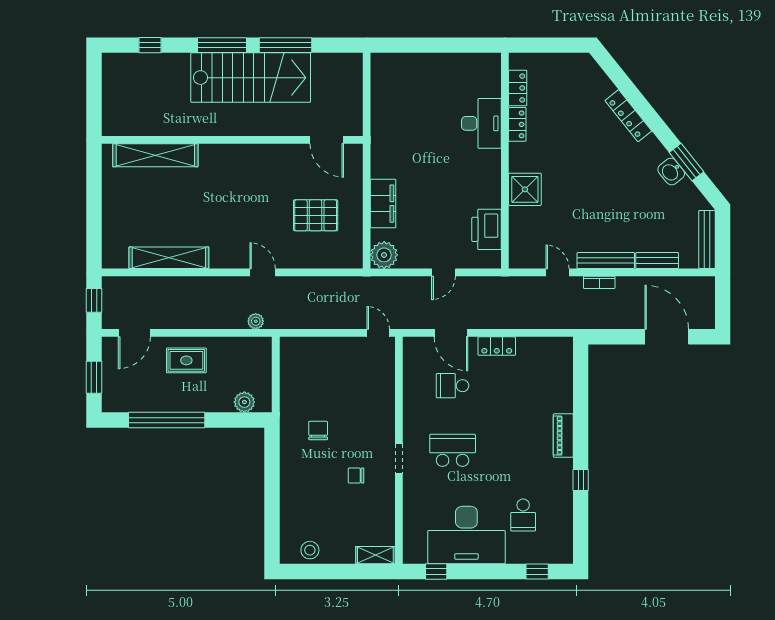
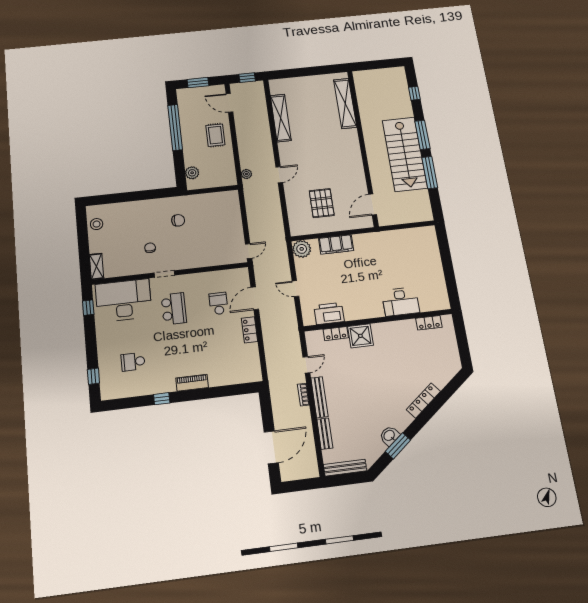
locker: (517, 124) -> (336, 334), moved
desk: (466, 535) -> (124, 300), moved, turned 90

